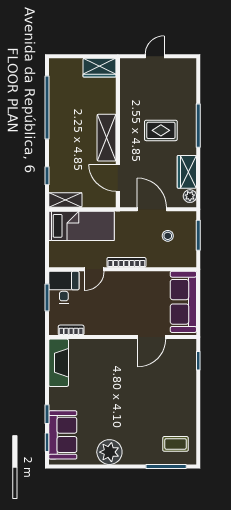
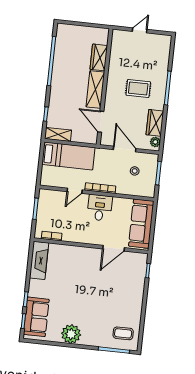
wardrobe: (100, 68) -> (99, 57), moved, turned 90
desk: (64, 287) -> (100, 208), moved

